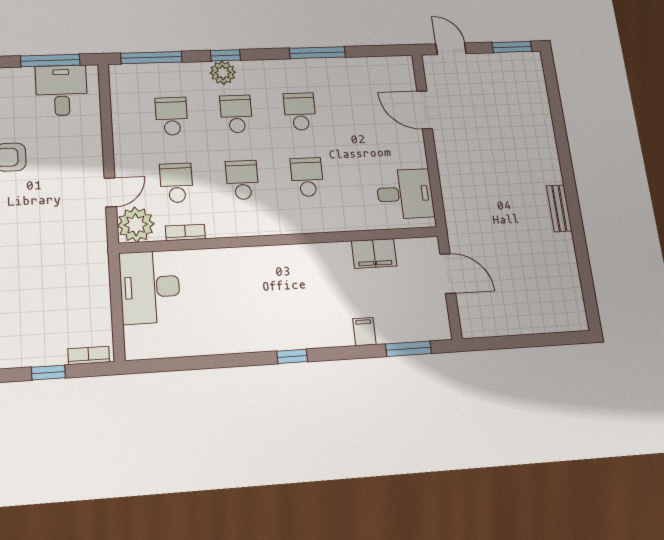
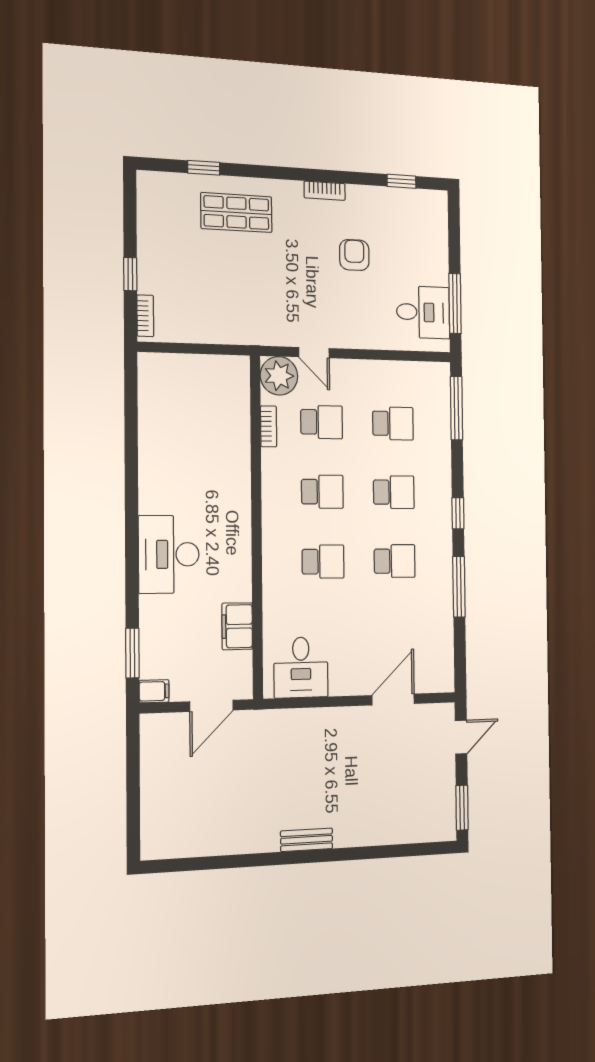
window: (225, 55) -> (458, 513), moved
plant: (223, 73) -> (439, 482), removed
bench: (559, 208) -> (307, 840), moved
desk: (150, 287) -> (169, 554), moved, turned -90
filing cabinet: (364, 332) -> (154, 691), moved
window: (292, 356) -> (132, 526), removed

